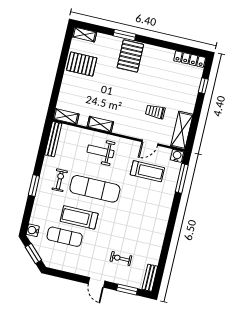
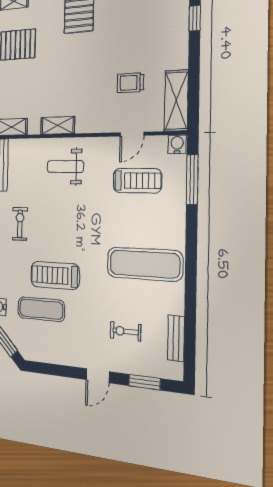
exercise mat: (95, 189) -> (145, 264), moved
bench: (150, 278) -> (176, 338), moved
door: (97, 282) -> (98, 376), hinge flipped

